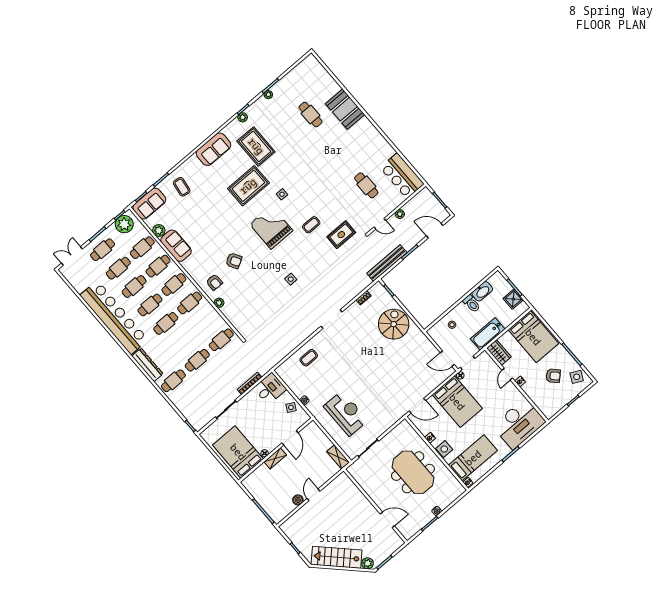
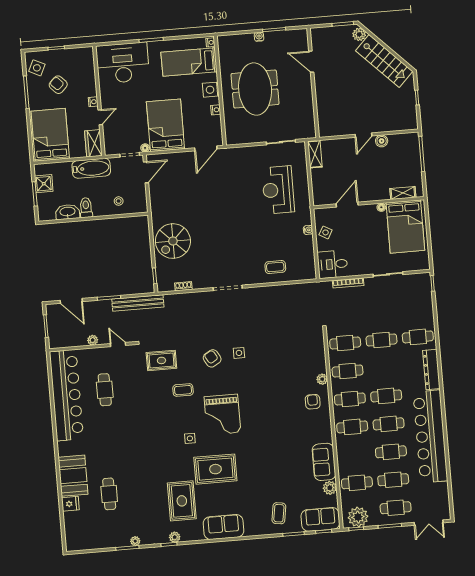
fridge: (333, 88) -> (70, 504), added
bar counter: (402, 176) -> (66, 395), width x1.86
armchair: (234, 261) -> (212, 358), moved
cafe table: (158, 266) -> (348, 371), moved
door: (447, 359) -> (146, 172), hinge flipped
door: (417, 406) -> (206, 148), swing flipped
shelving: (275, 458) -> (403, 193), moved

